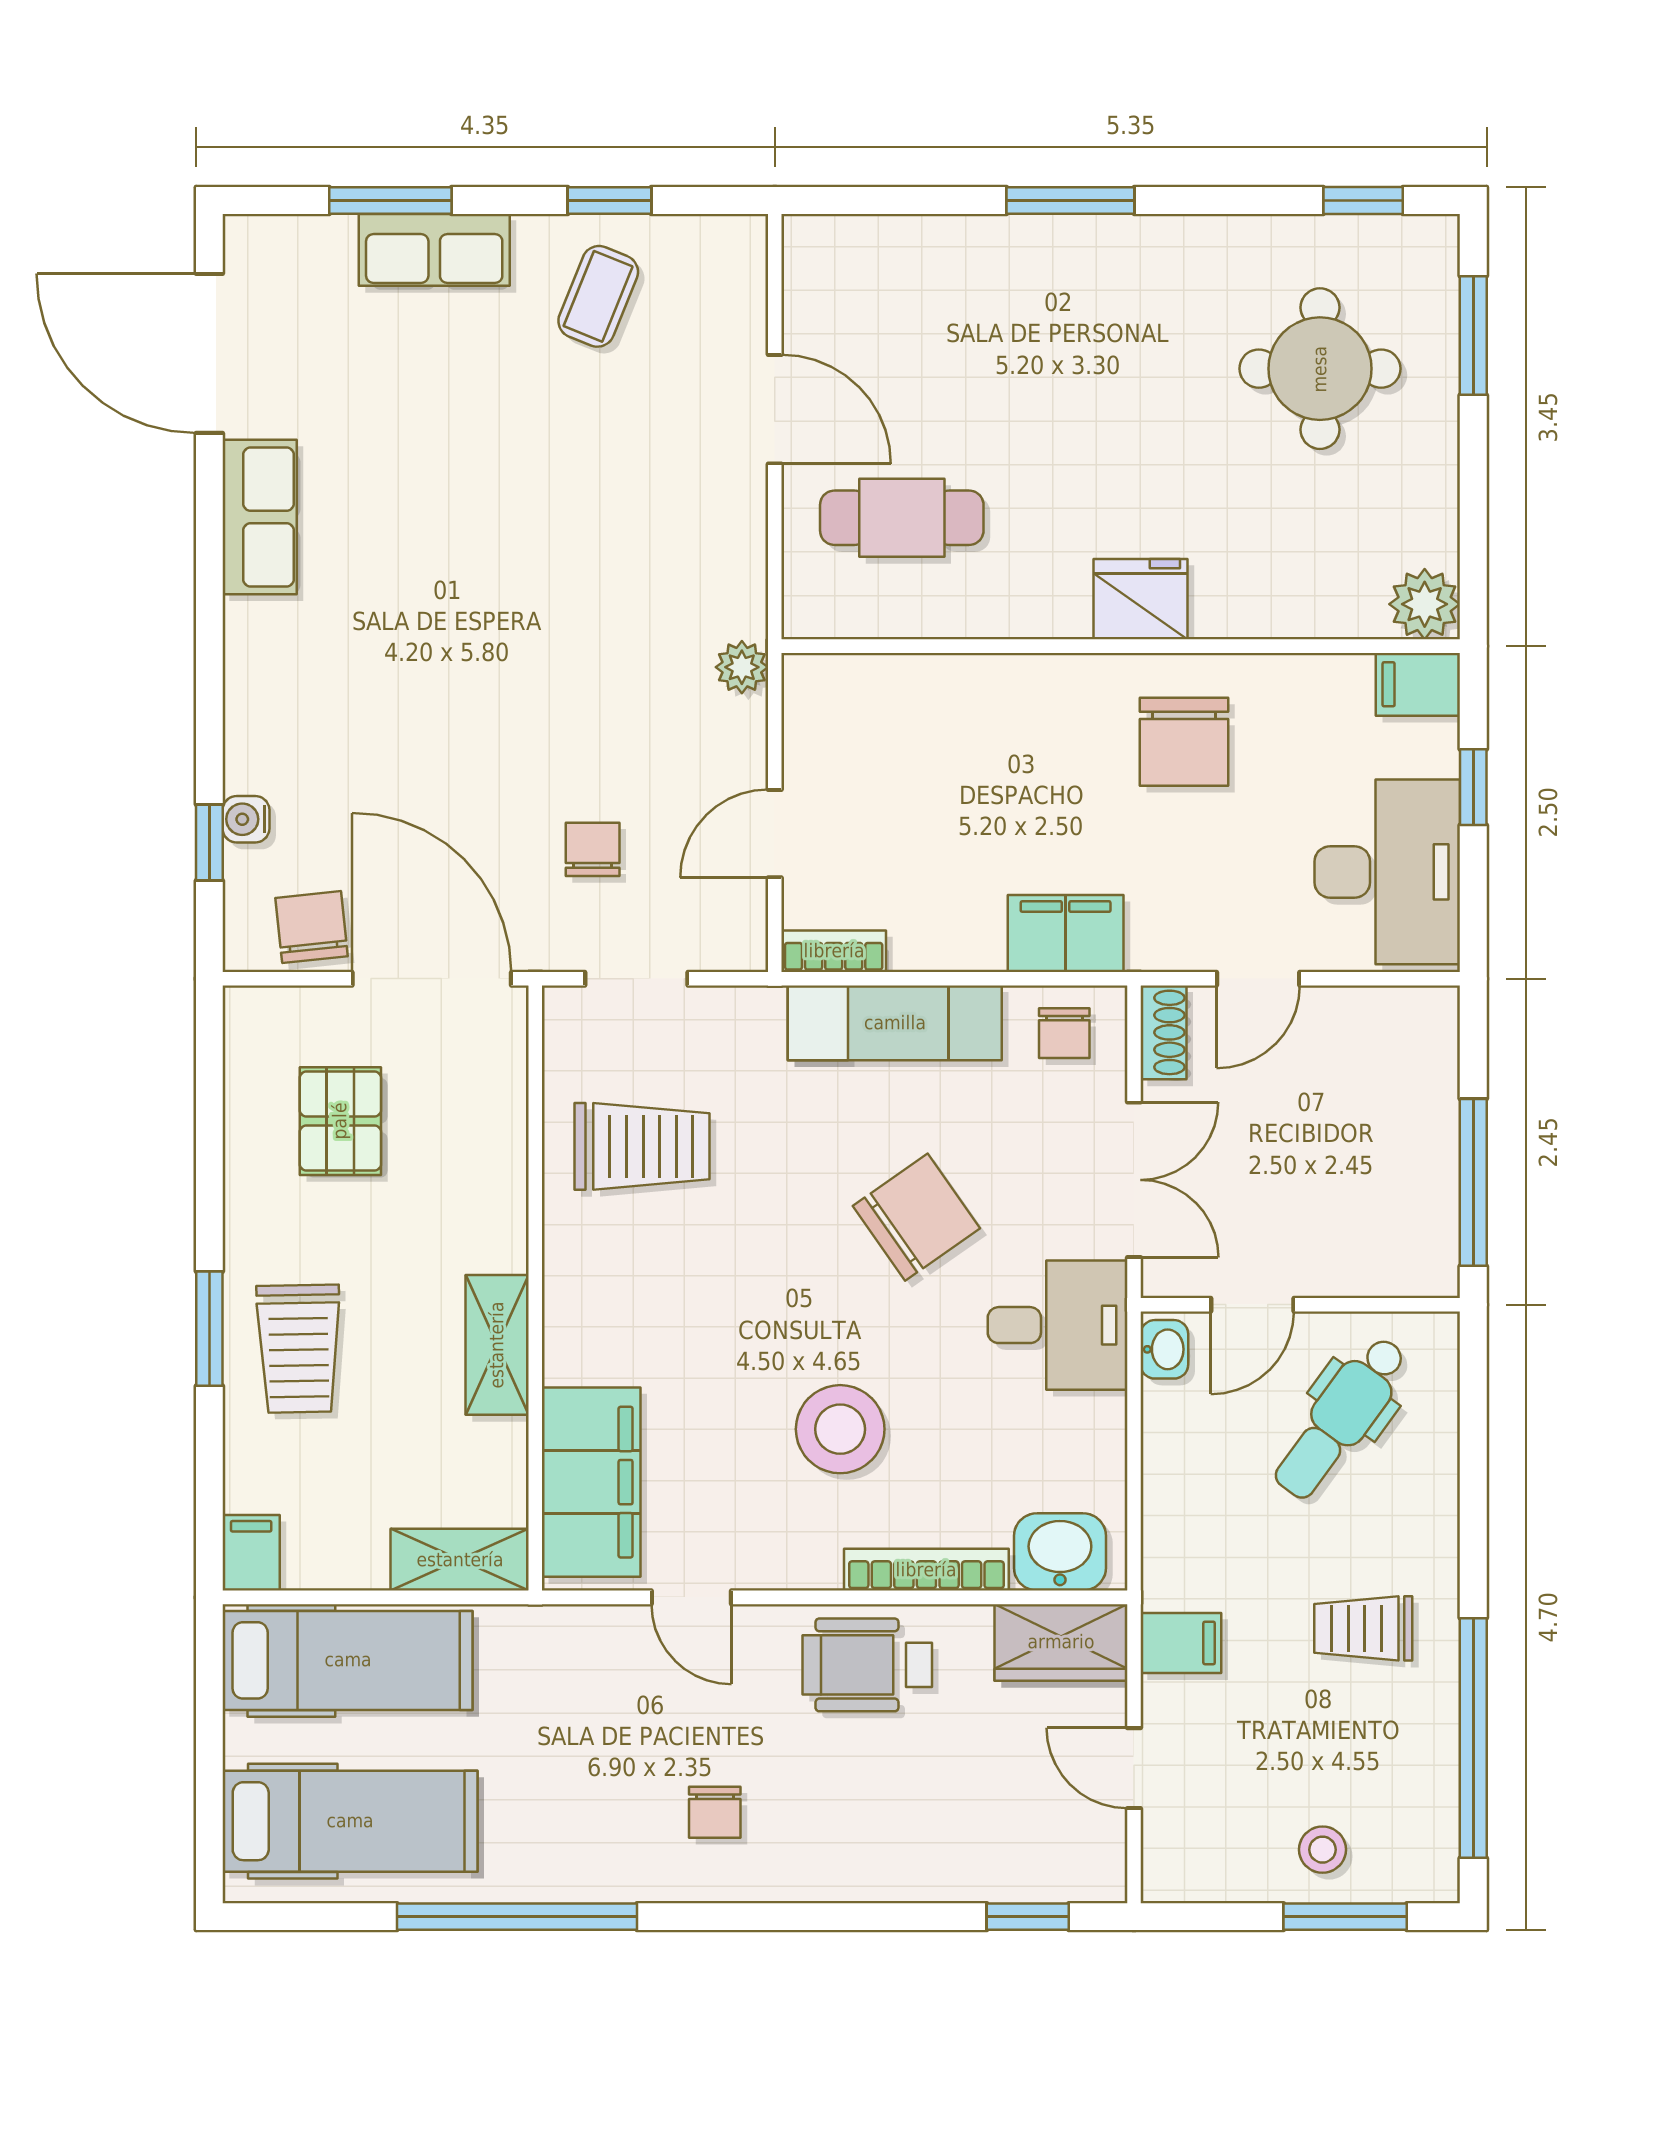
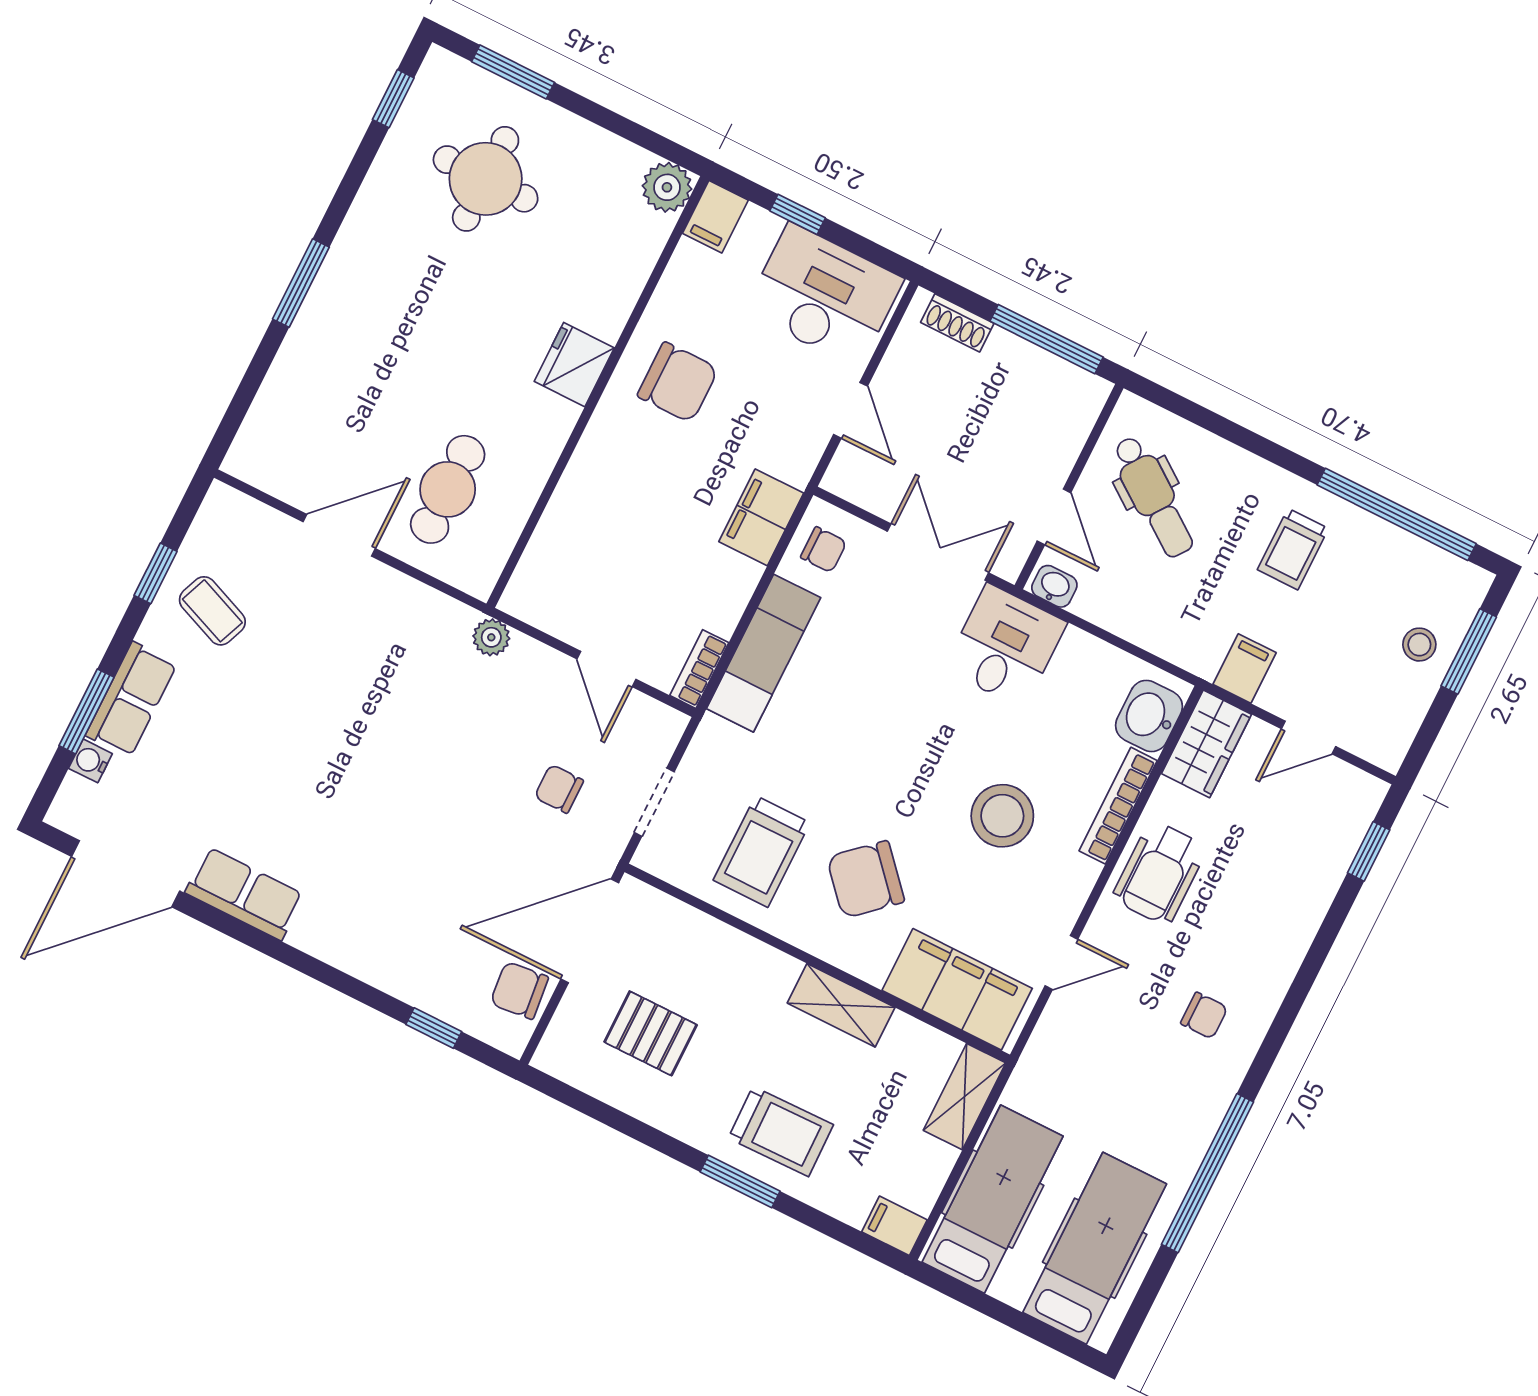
water cooler: (246, 819) -> (90, 761), moved, turned 90
shoe rack: (1163, 1032) -> (957, 323), moved, turned 180
trolley: (642, 1146) -> (762, 851), turned 180
chair: (916, 1217) -> (866, 879), moved, turned -97

